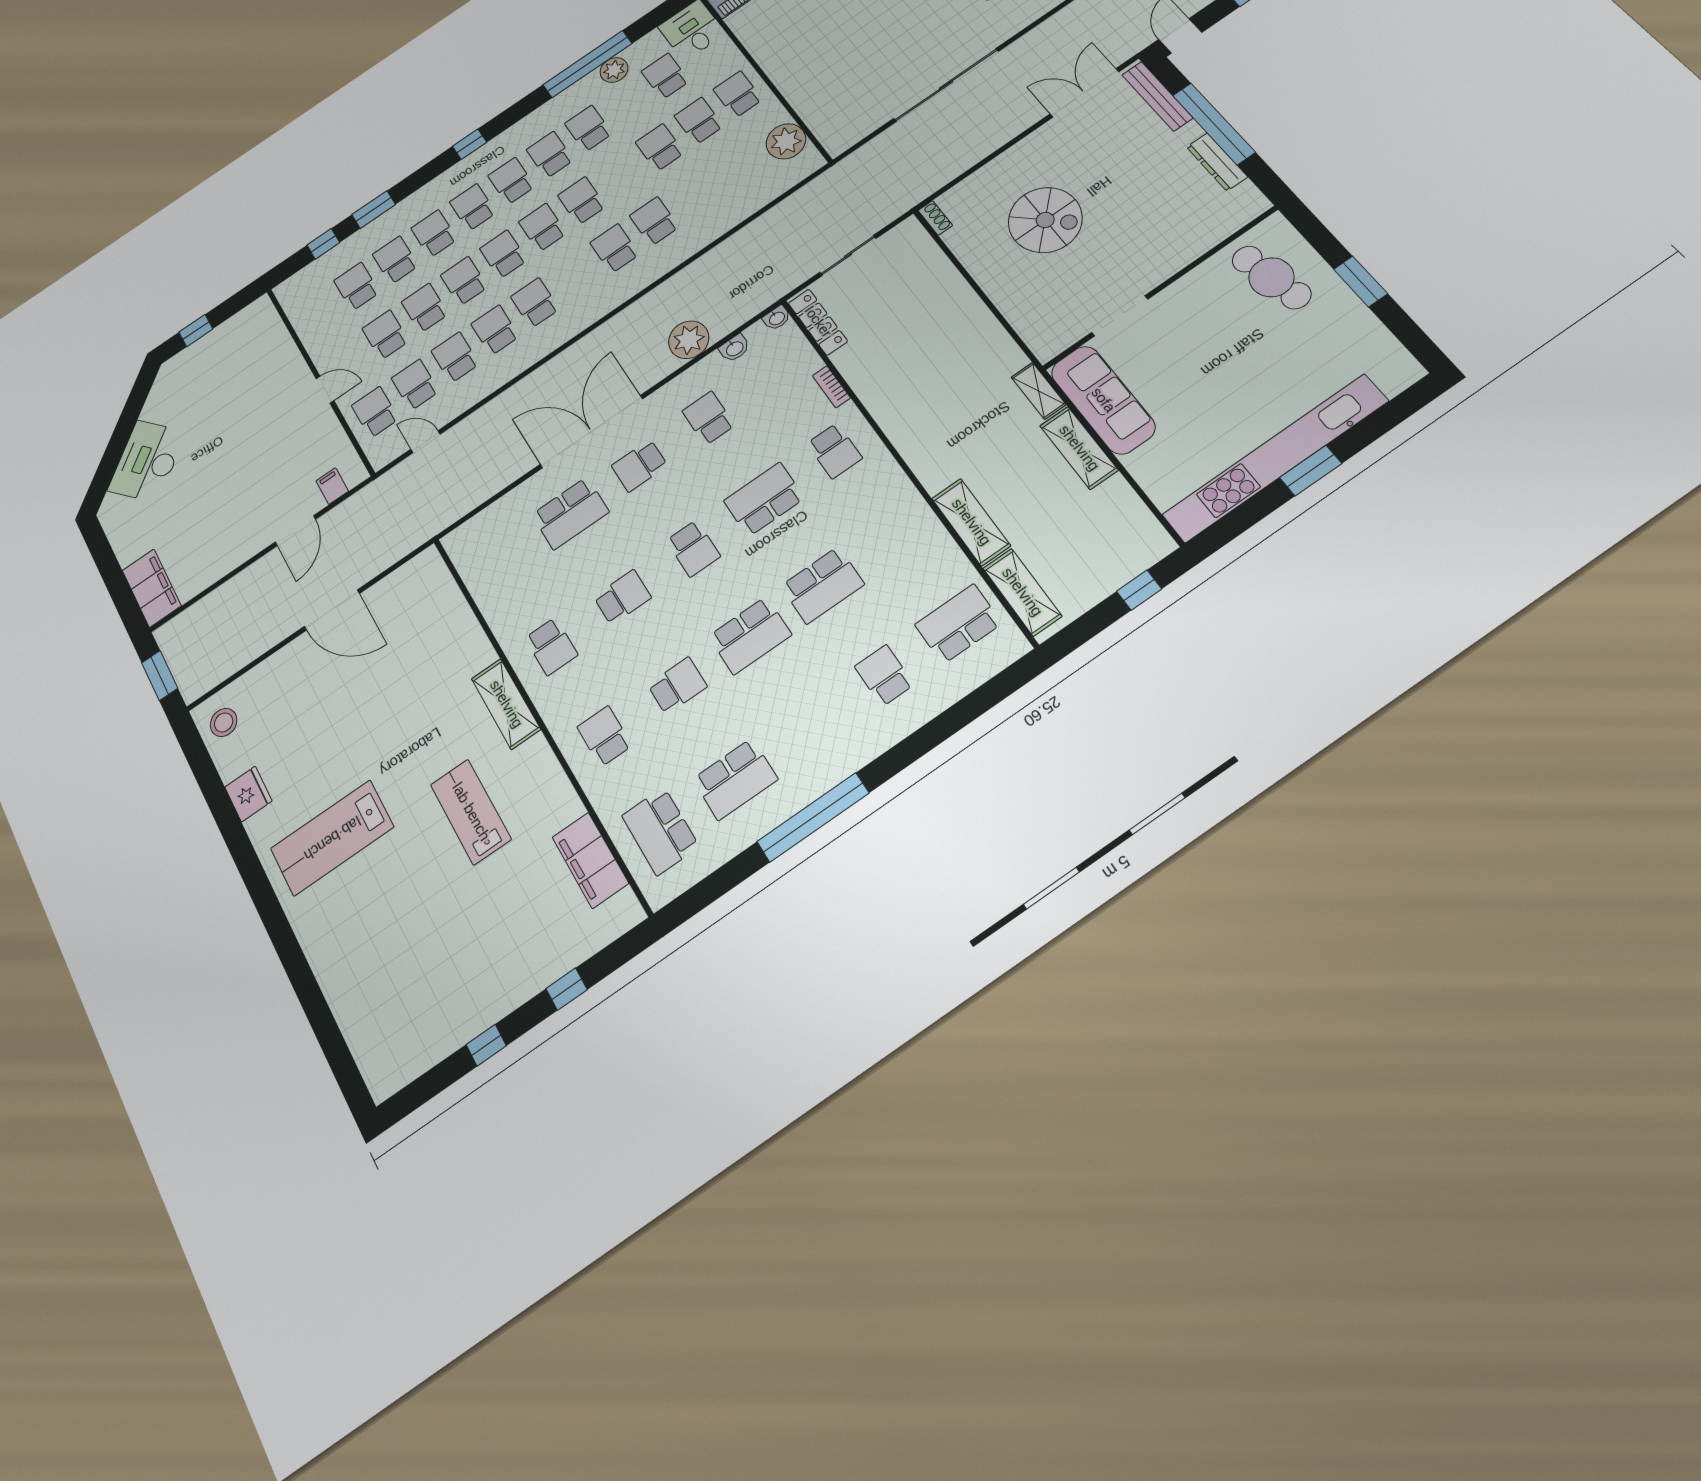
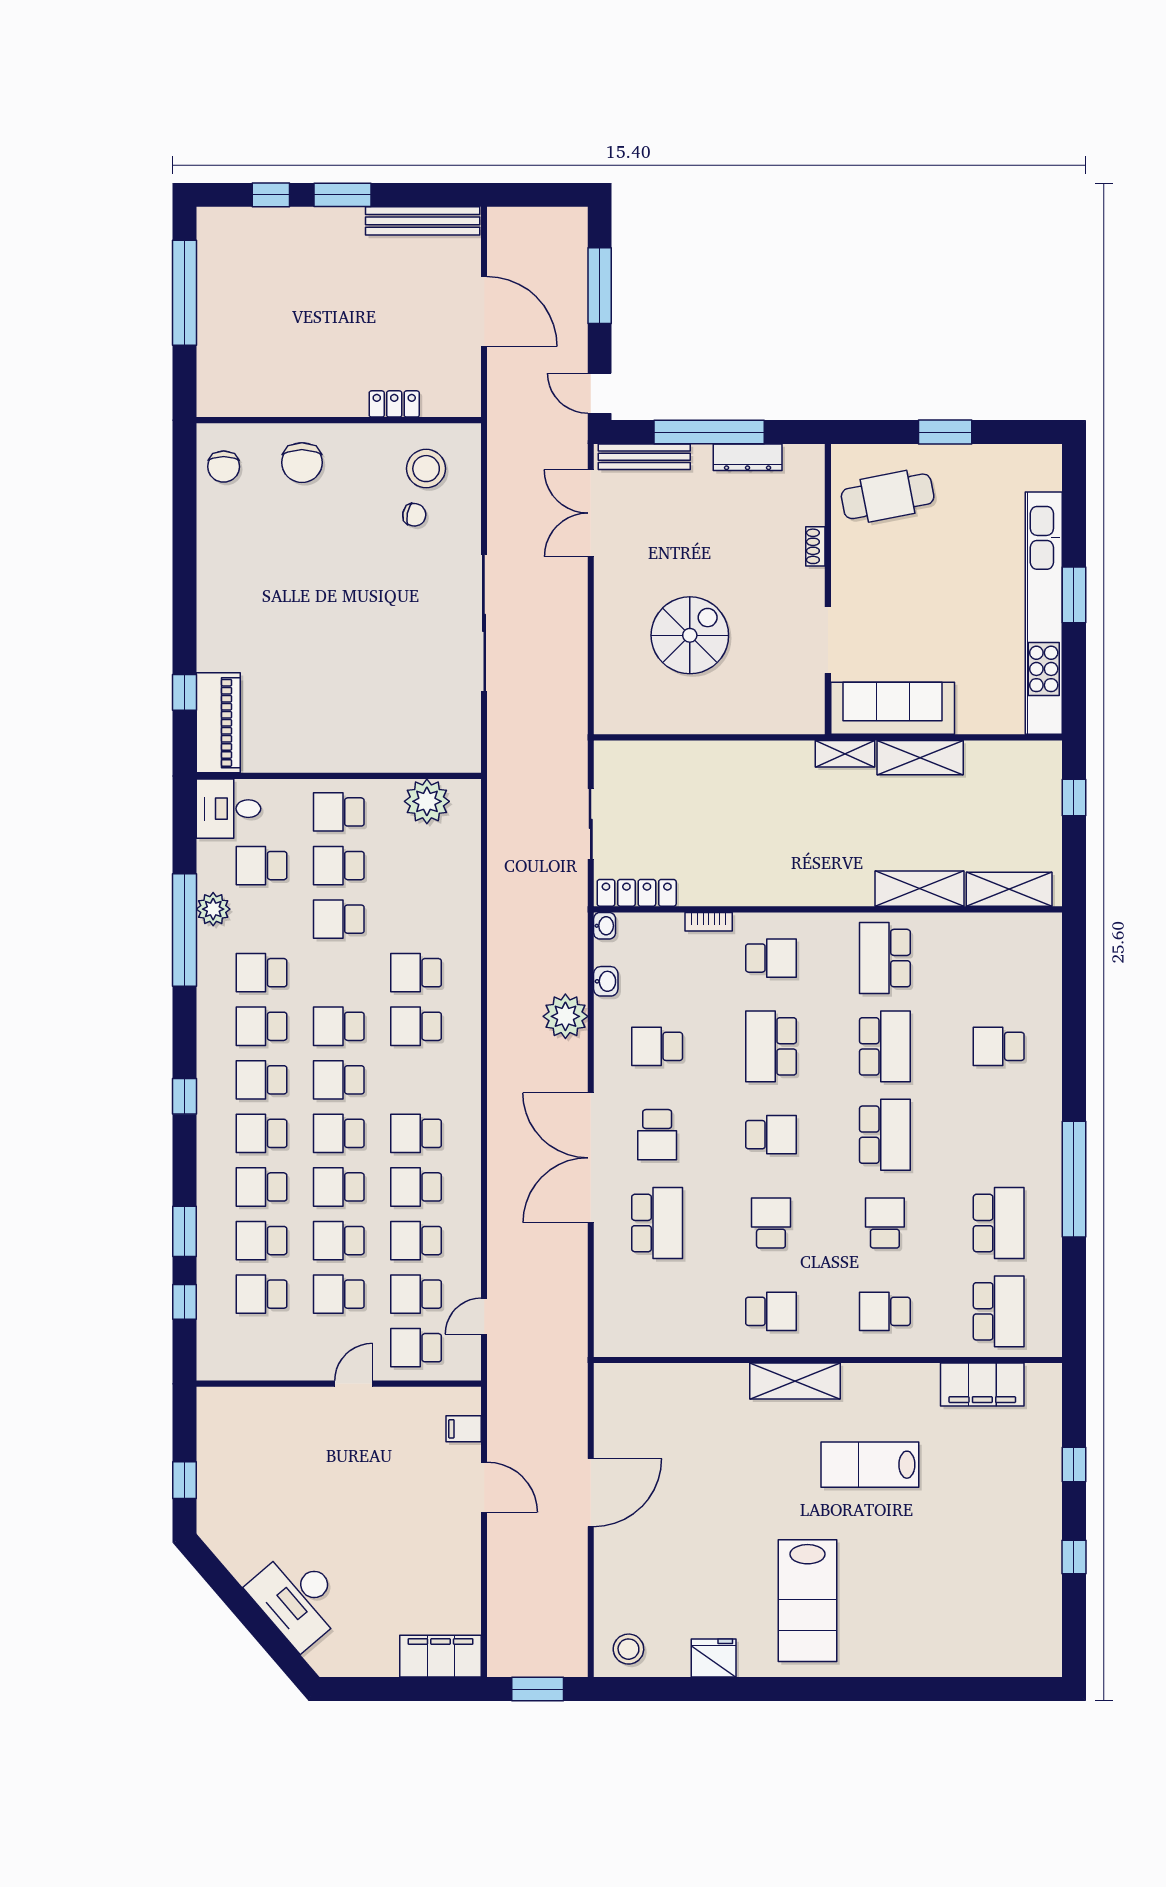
shoe rack: (935, 218) -> (815, 546), moved, turned -90
school desk: (958, 624) -> (885, 958), moved
school desk: (660, 831) -> (999, 1311), turned -90

